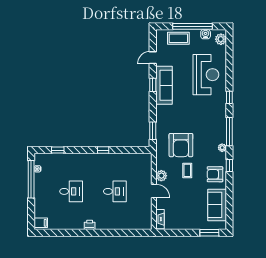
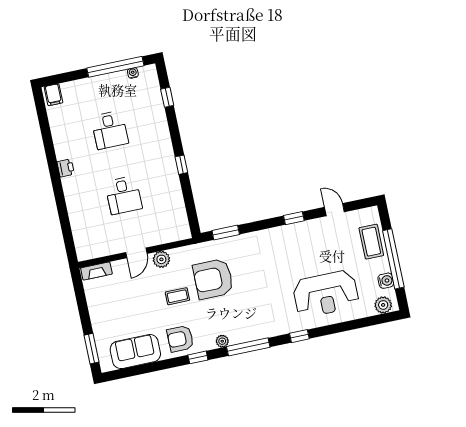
sofa: (164, 85) -> (297, 235), removed
armchair: (215, 174) -> (180, 339), turned -90

